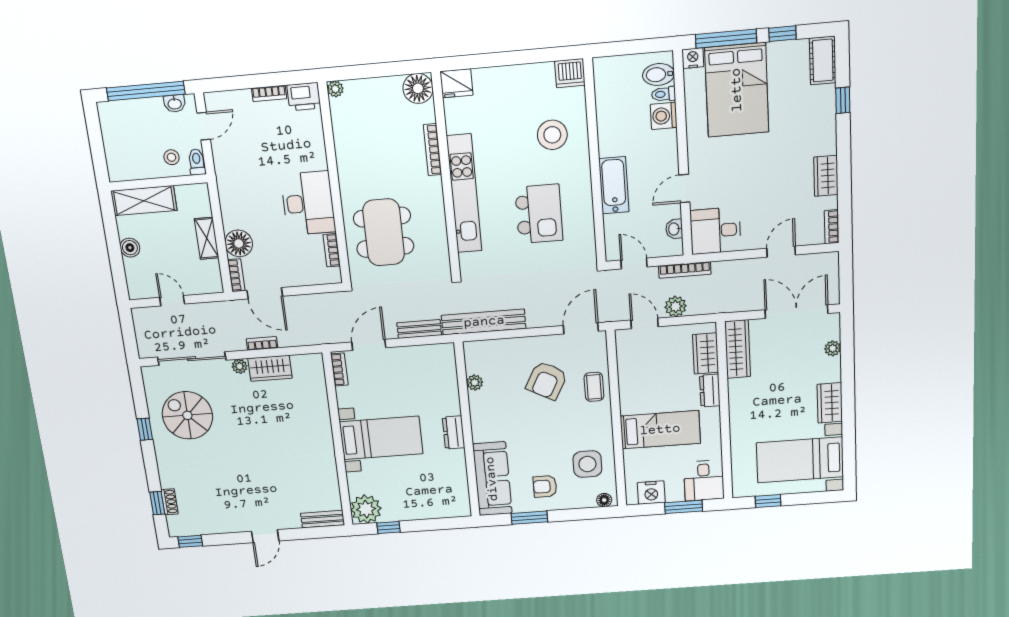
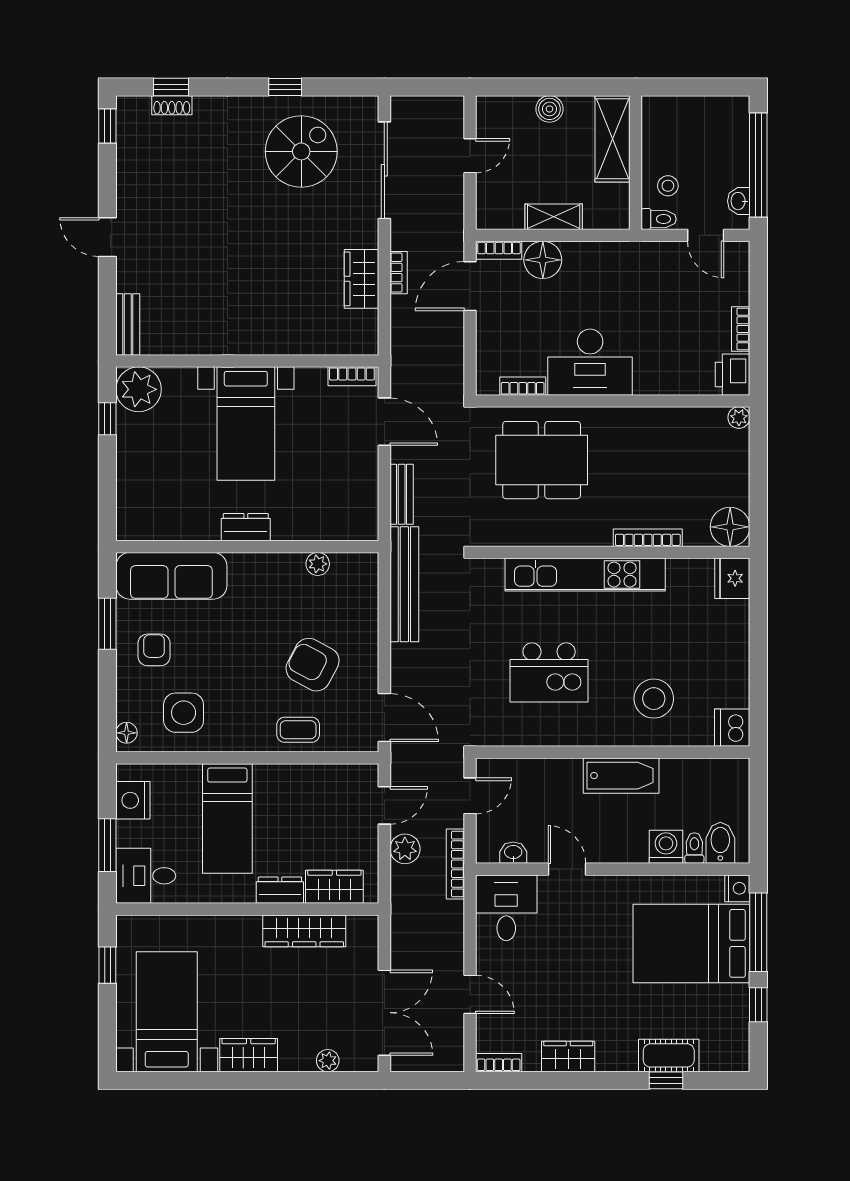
cot: (823, 60) -> (669, 1055), moved
bathtub: (614, 185) -> (621, 776), moved
wardrobe: (738, 349) -> (304, 931), moved
plant: (240, 366) -> (368, 236), removed

